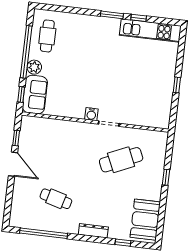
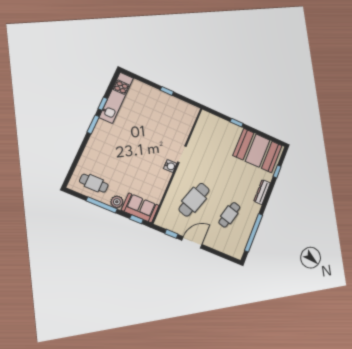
window: (26, 52) -> (102, 205), width x0.68
cafe table: (121, 160) -> (194, 200), moved, turned 42
booth: (145, 220) -> (258, 151), width x1.36, depth x1.42

